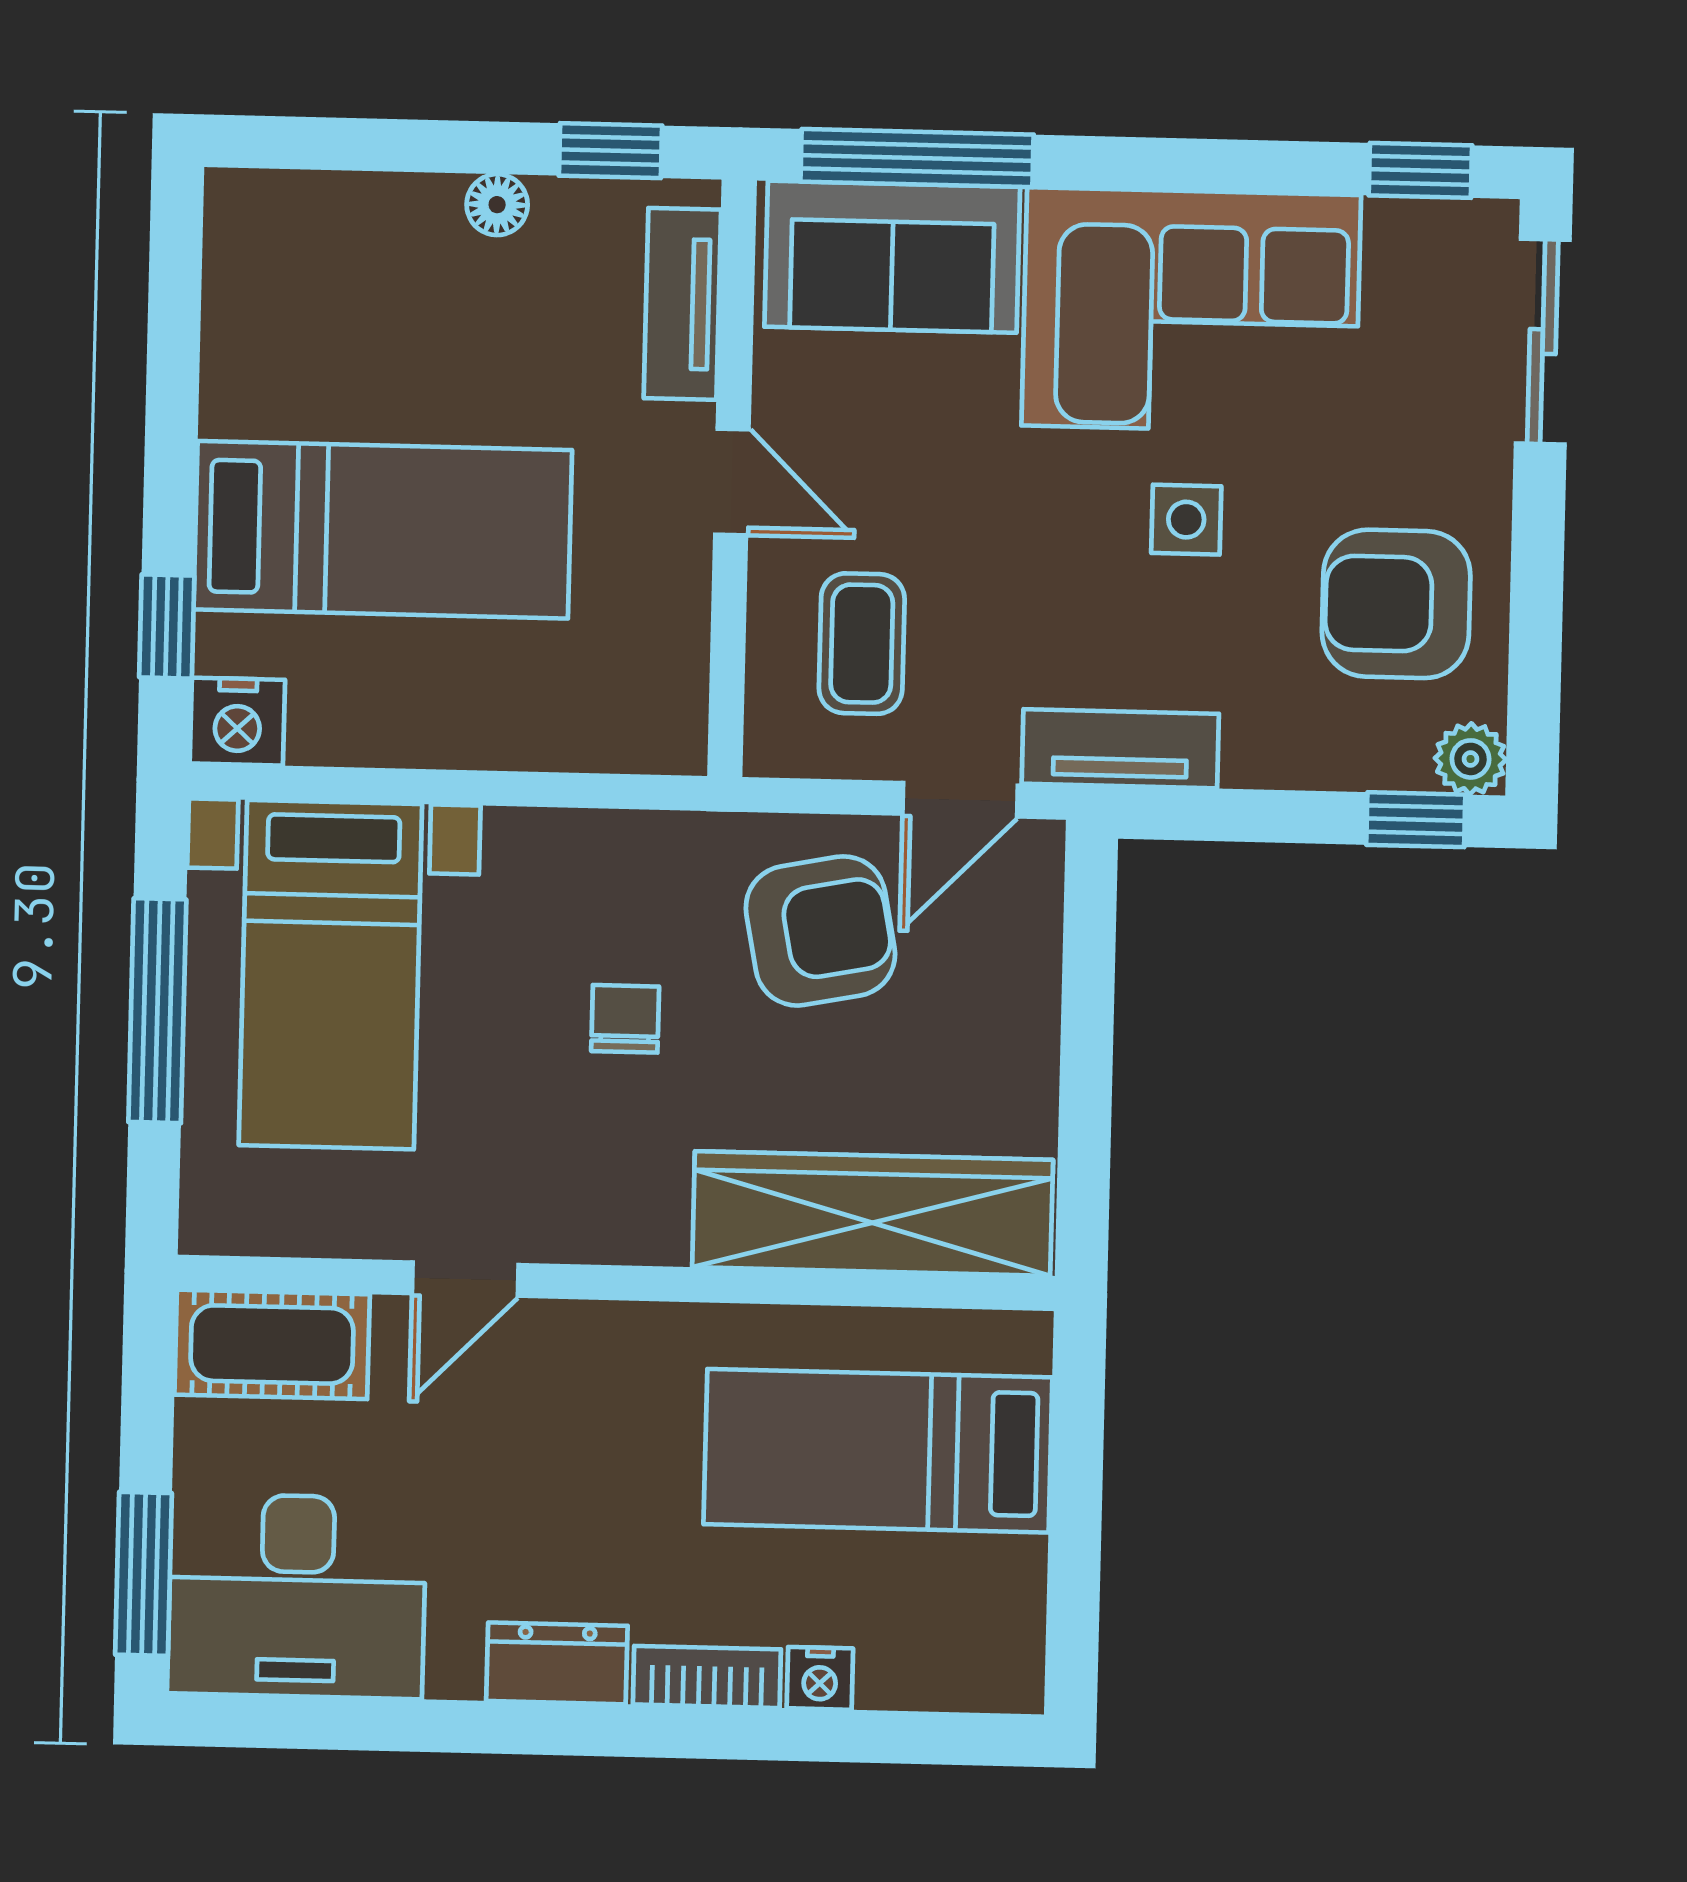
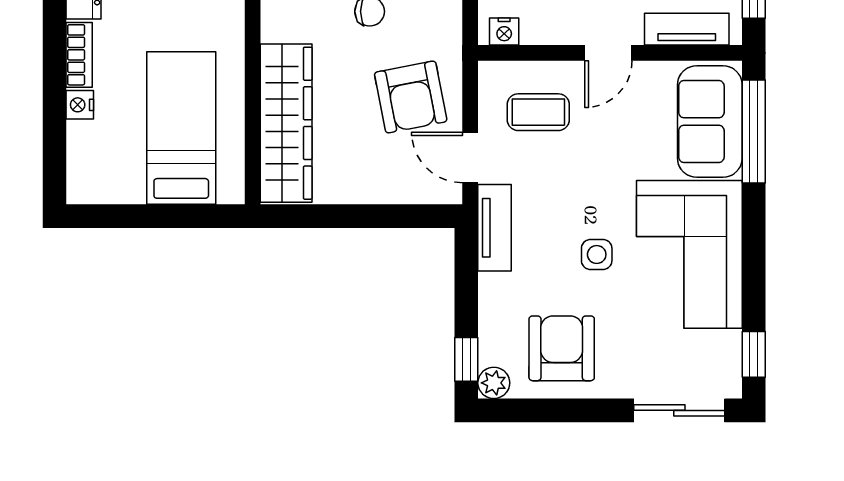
nightstand: (678, 716) -> (504, 32), added

